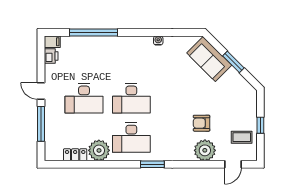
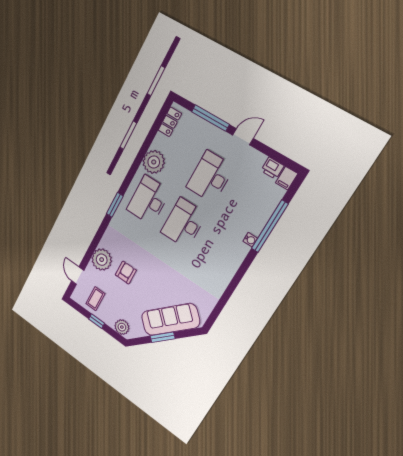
water cooler: (158, 41) -> (250, 240), moved
sofa: (209, 59) -> (170, 319), width x1.36
plant: (250, 100) -> (122, 327), added
locker: (75, 155) -> (170, 122), moved

